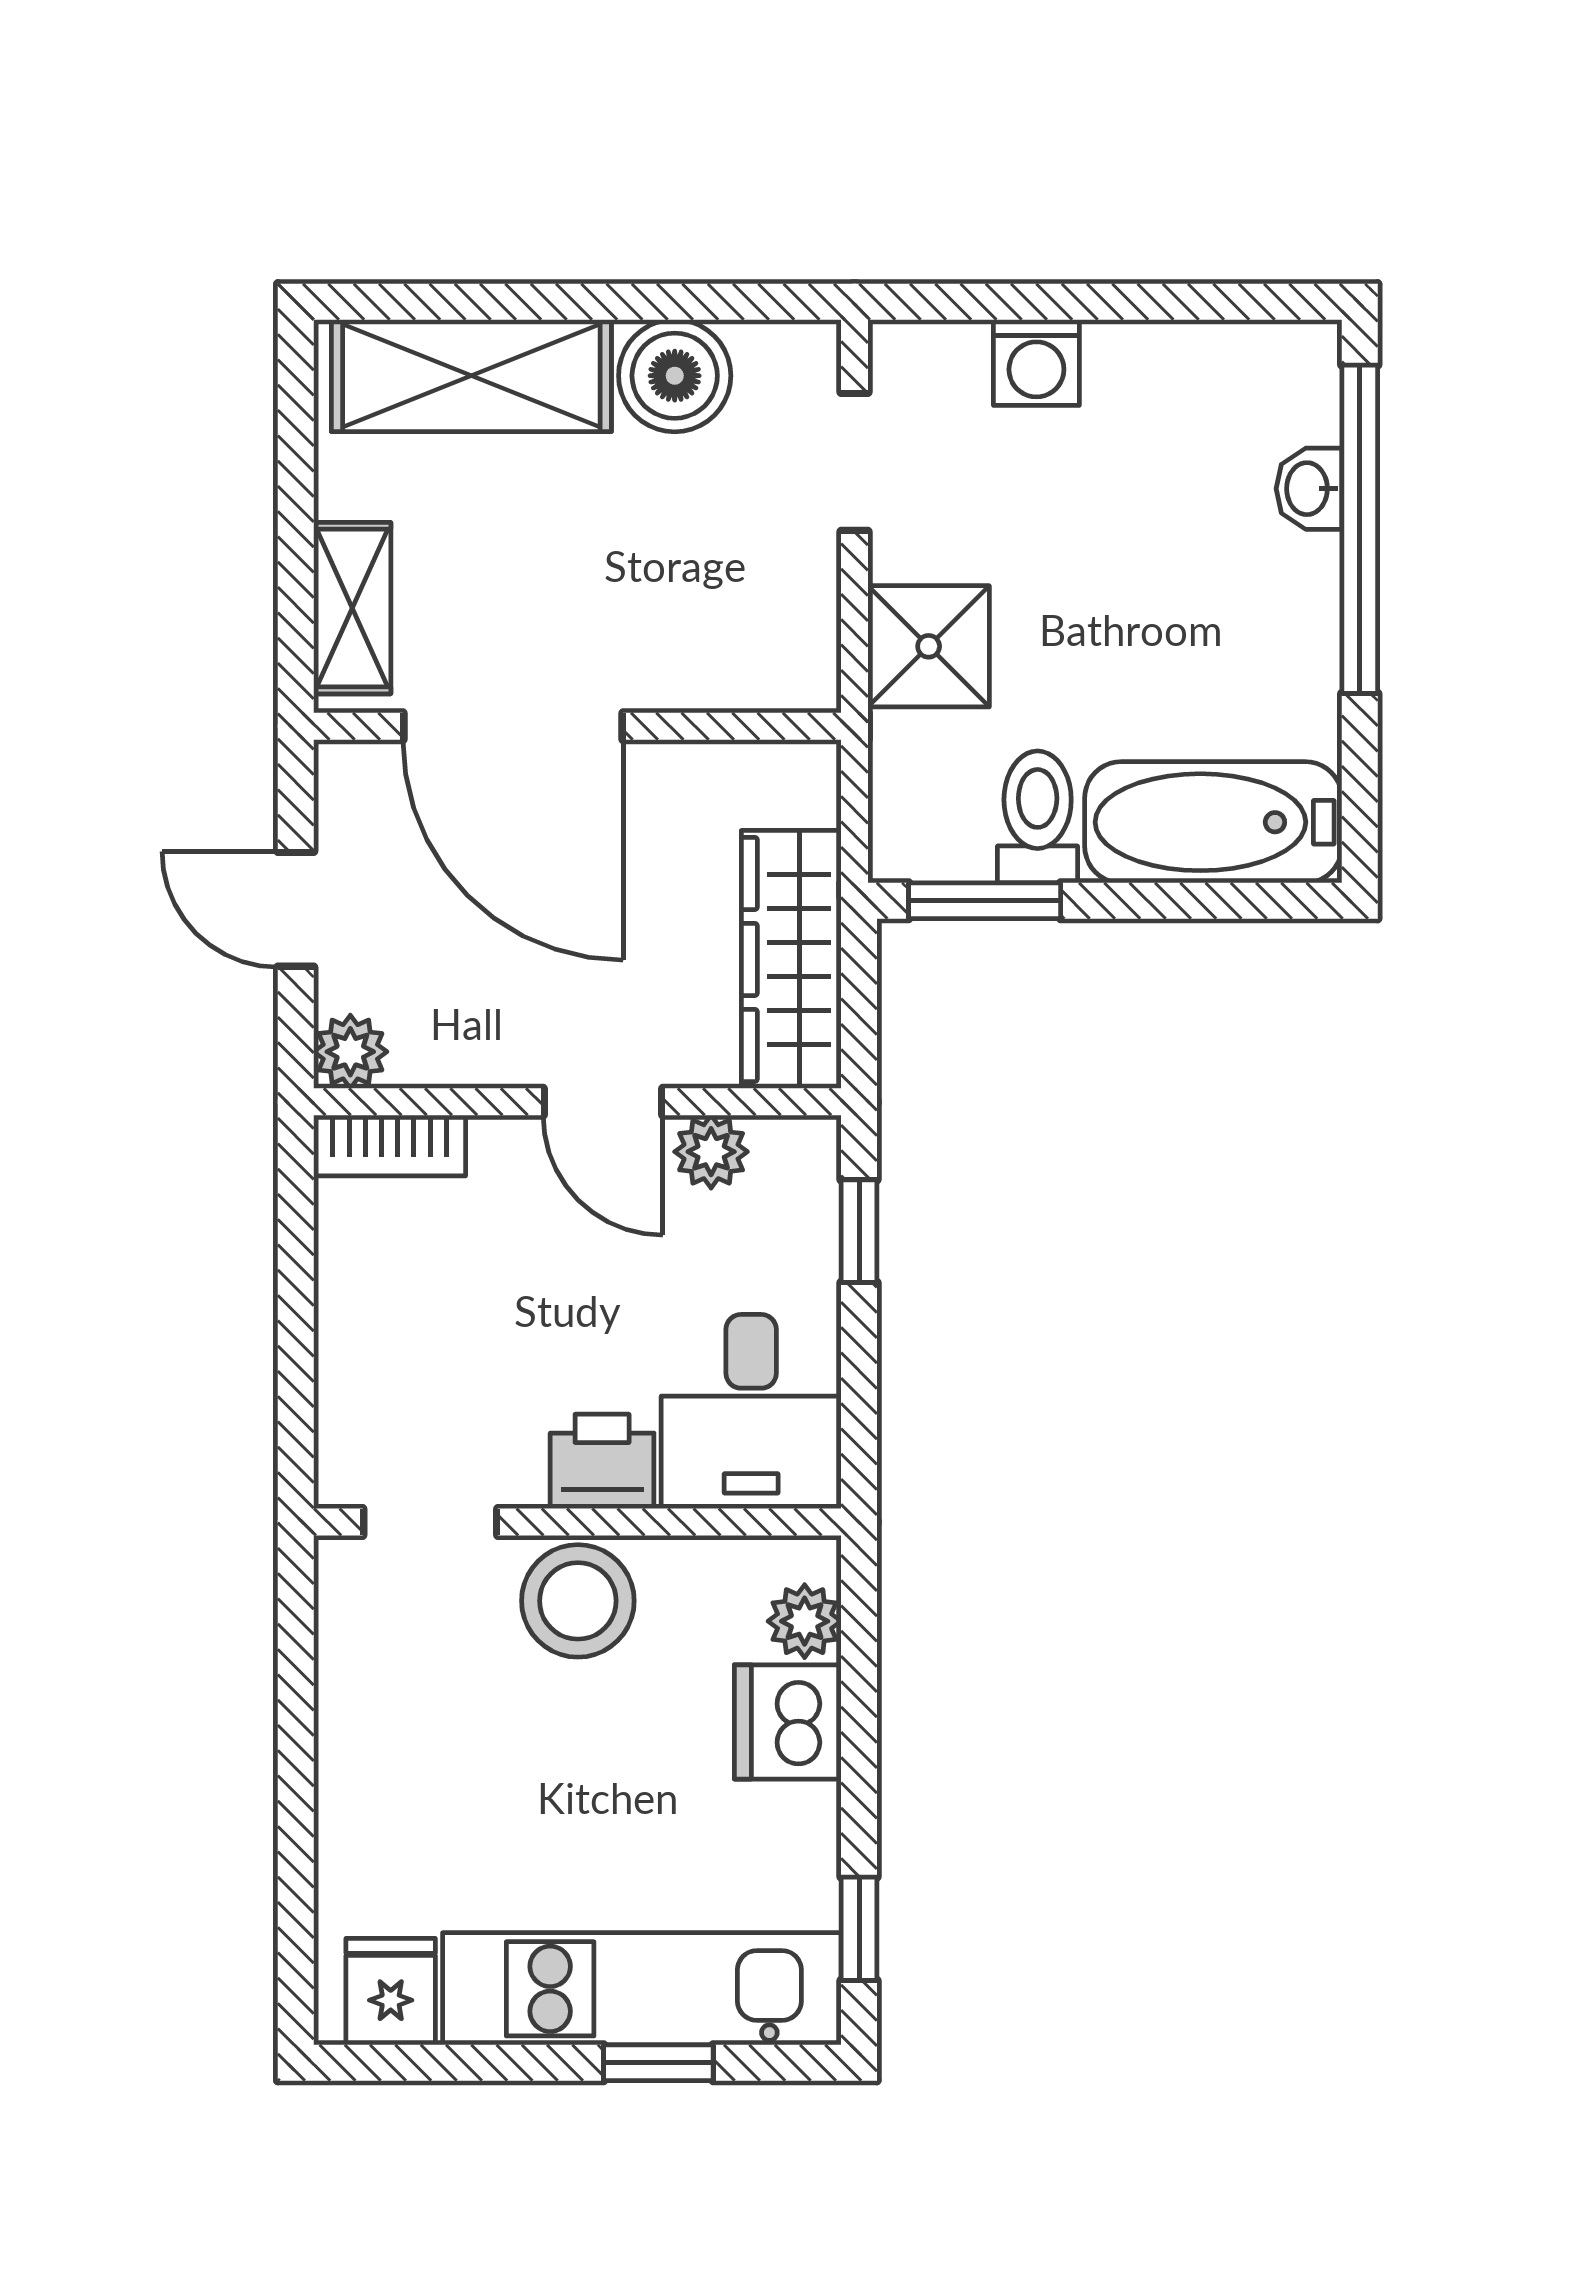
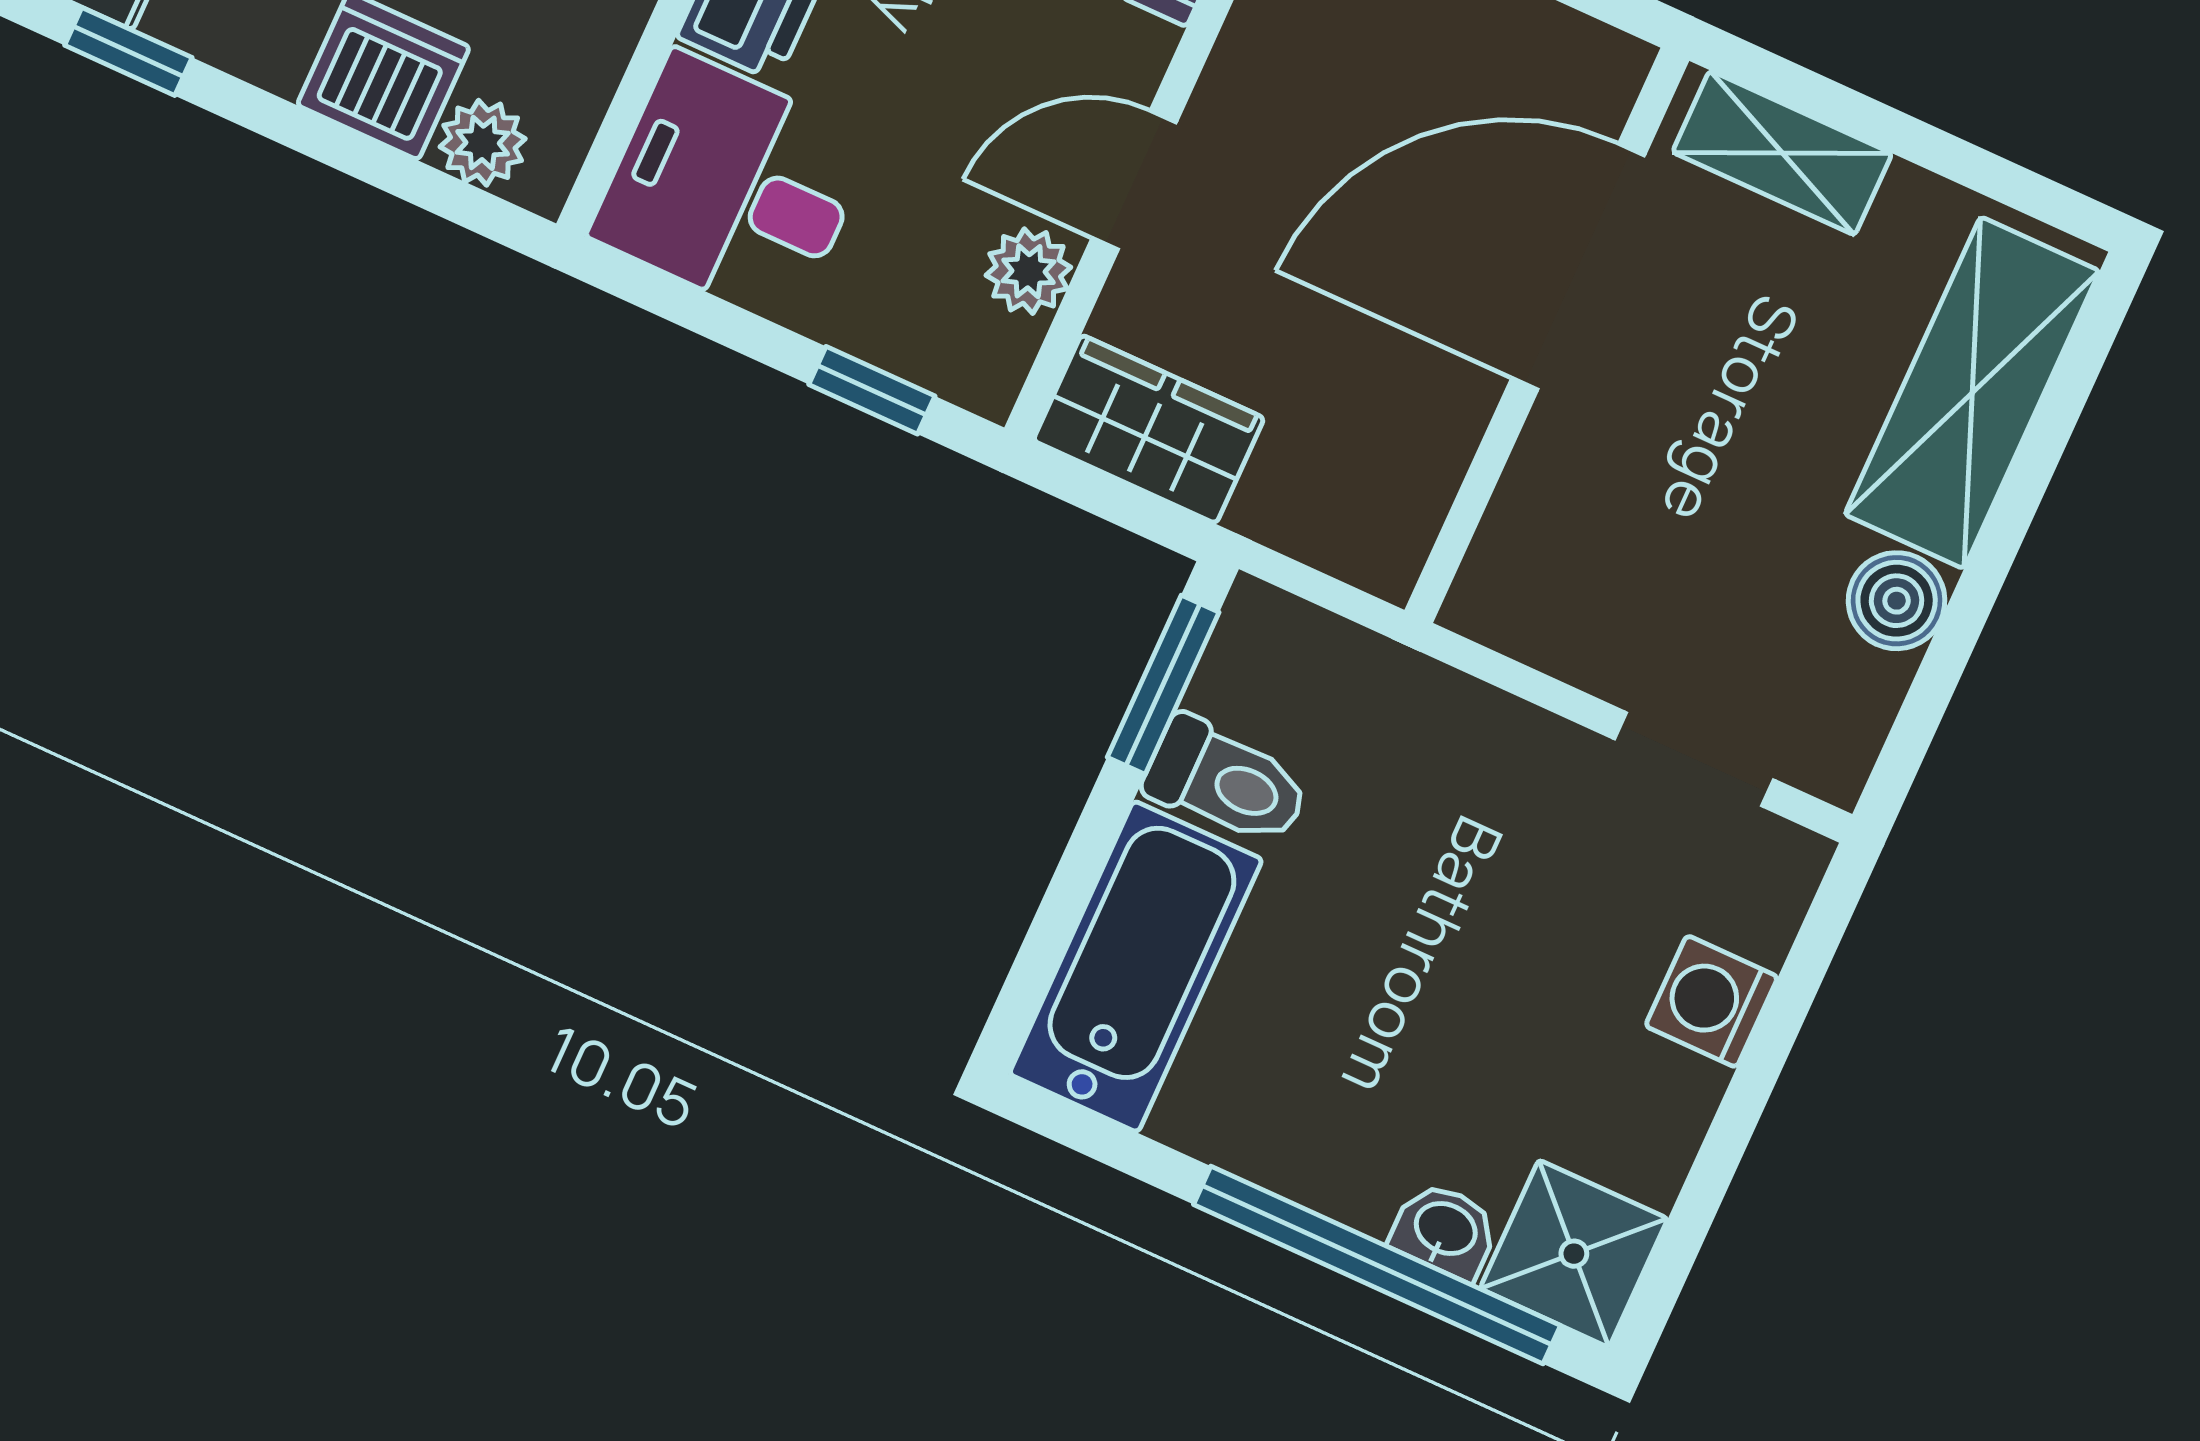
boiler: (675, 376) -> (1897, 601), width x0.73, depth x0.73
shower: (929, 646) -> (1574, 1254), moved
wardrobe: (791, 959) -> (1149, 429), width x0.67

